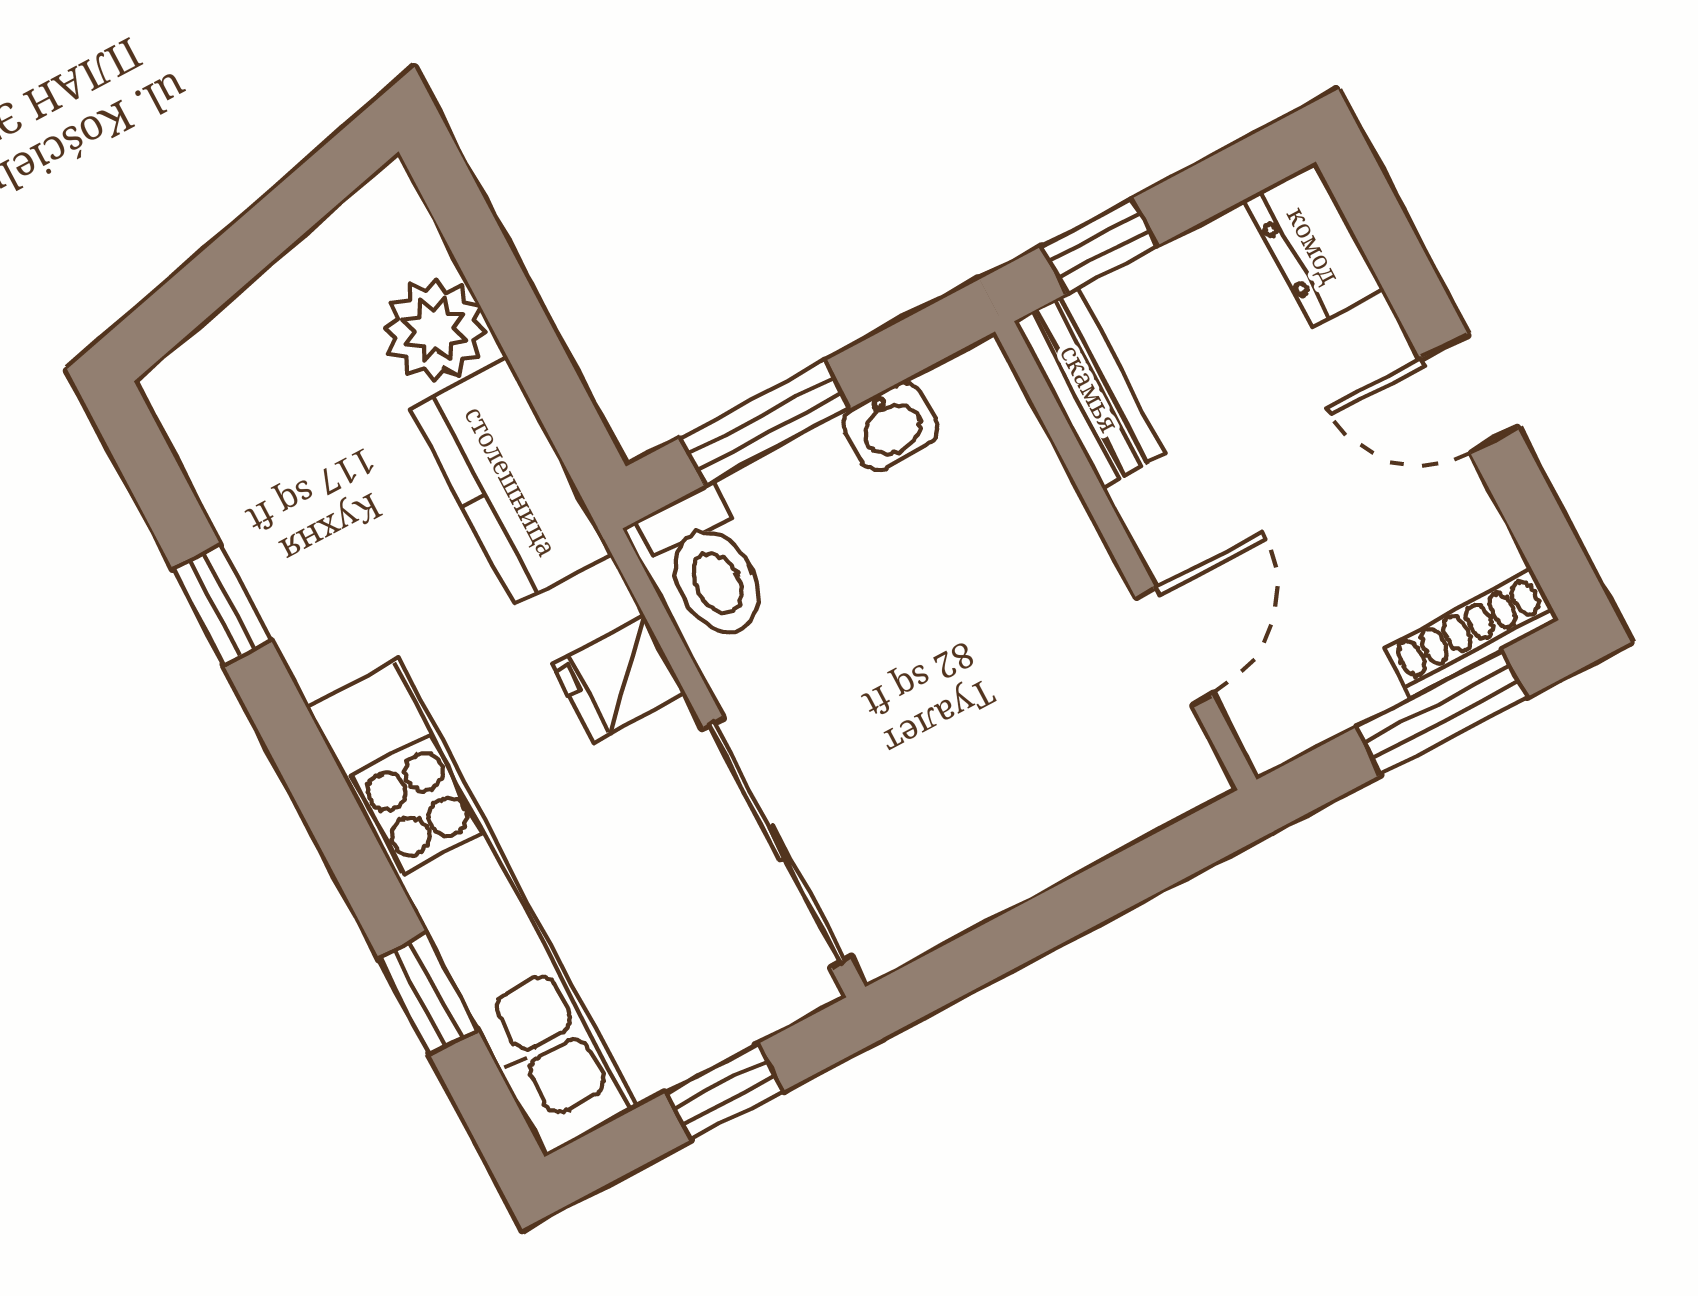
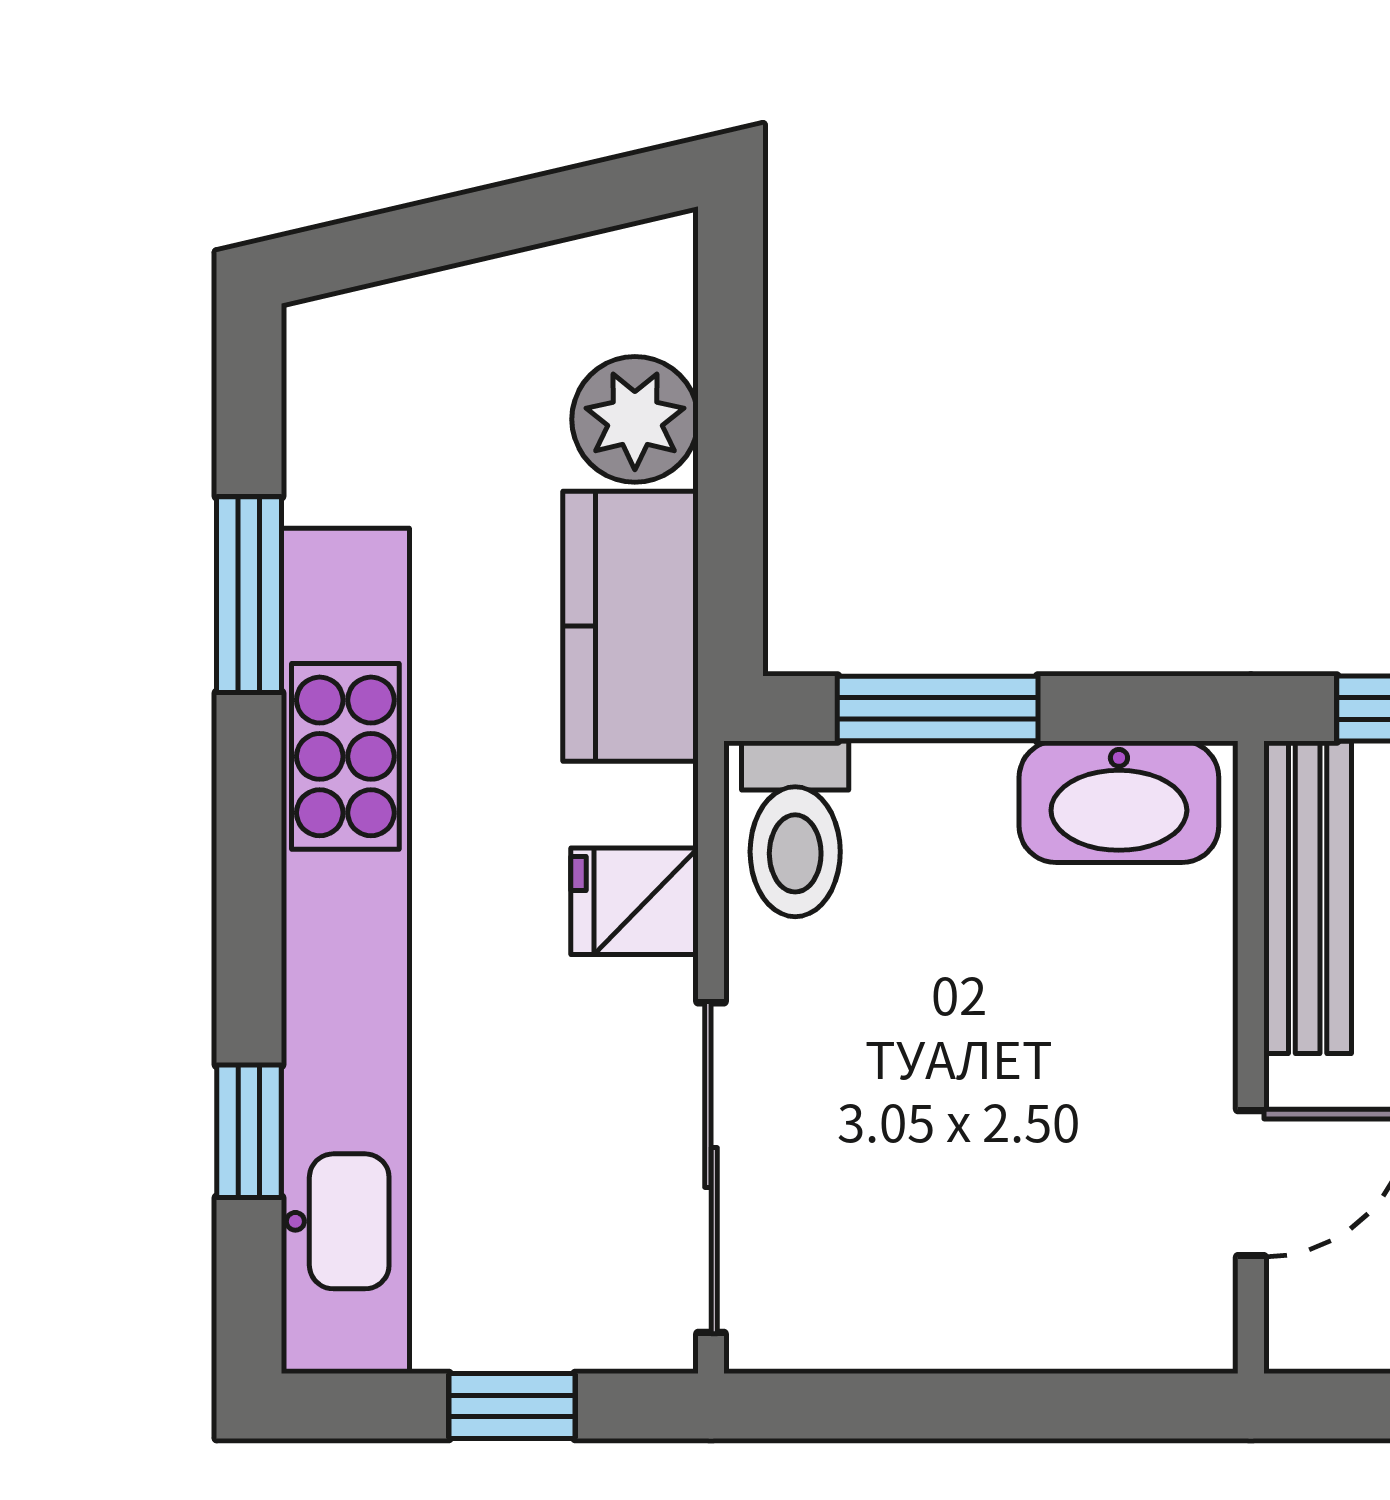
bench: (1090, 388) -> (1308, 897), width x1.36
washbasin: (890, 426) -> (1119, 802), width x1.91, depth x1.45
window: (222, 605) -> (249, 595), width x1.50
kitchen unit: (472, 908) -> (345, 951), width x1.36

